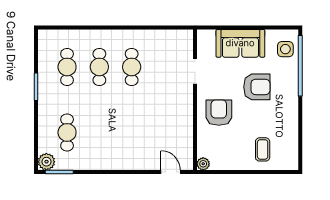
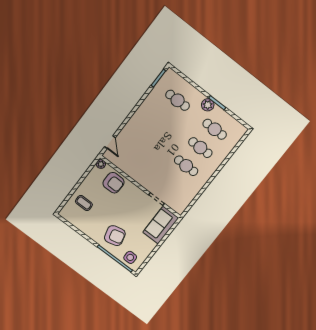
sofa: (240, 43) -> (161, 225), moved
armchair: (257, 87) -> (115, 236), moved, turned -104
armchair: (219, 113) -> (113, 183), moved
plant: (46, 162) -> (208, 105), moved
door: (171, 172) -> (110, 142), hinge flipped

